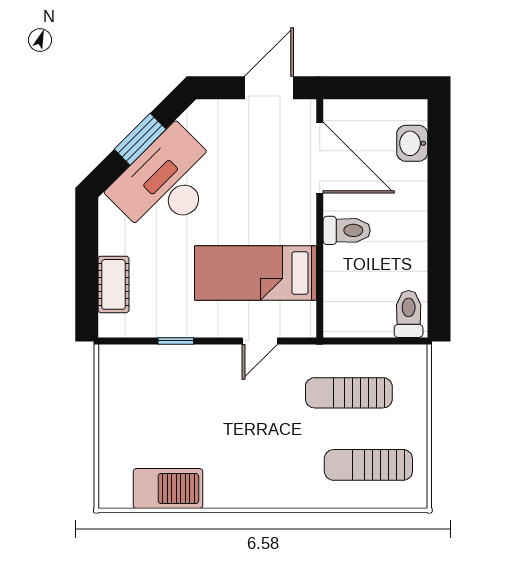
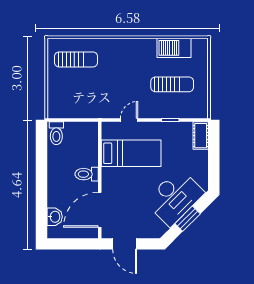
door: (269, 88) -> (125, 244), hinge flipped
door: (320, 158) -> (100, 210), hinge flipped
cot: (113, 284) -> (201, 136), moved
sun lounger: (349, 393) -> (172, 84), moved

